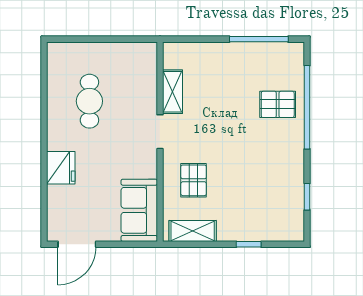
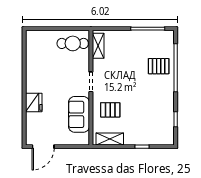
shelving: (172, 92) -> (98, 46), moved
cafe table: (89, 101) -> (73, 43), moved, turned 90
pallet: (194, 180) -> (110, 110), turned 90
sofa: (139, 210) -> (79, 114), moved

